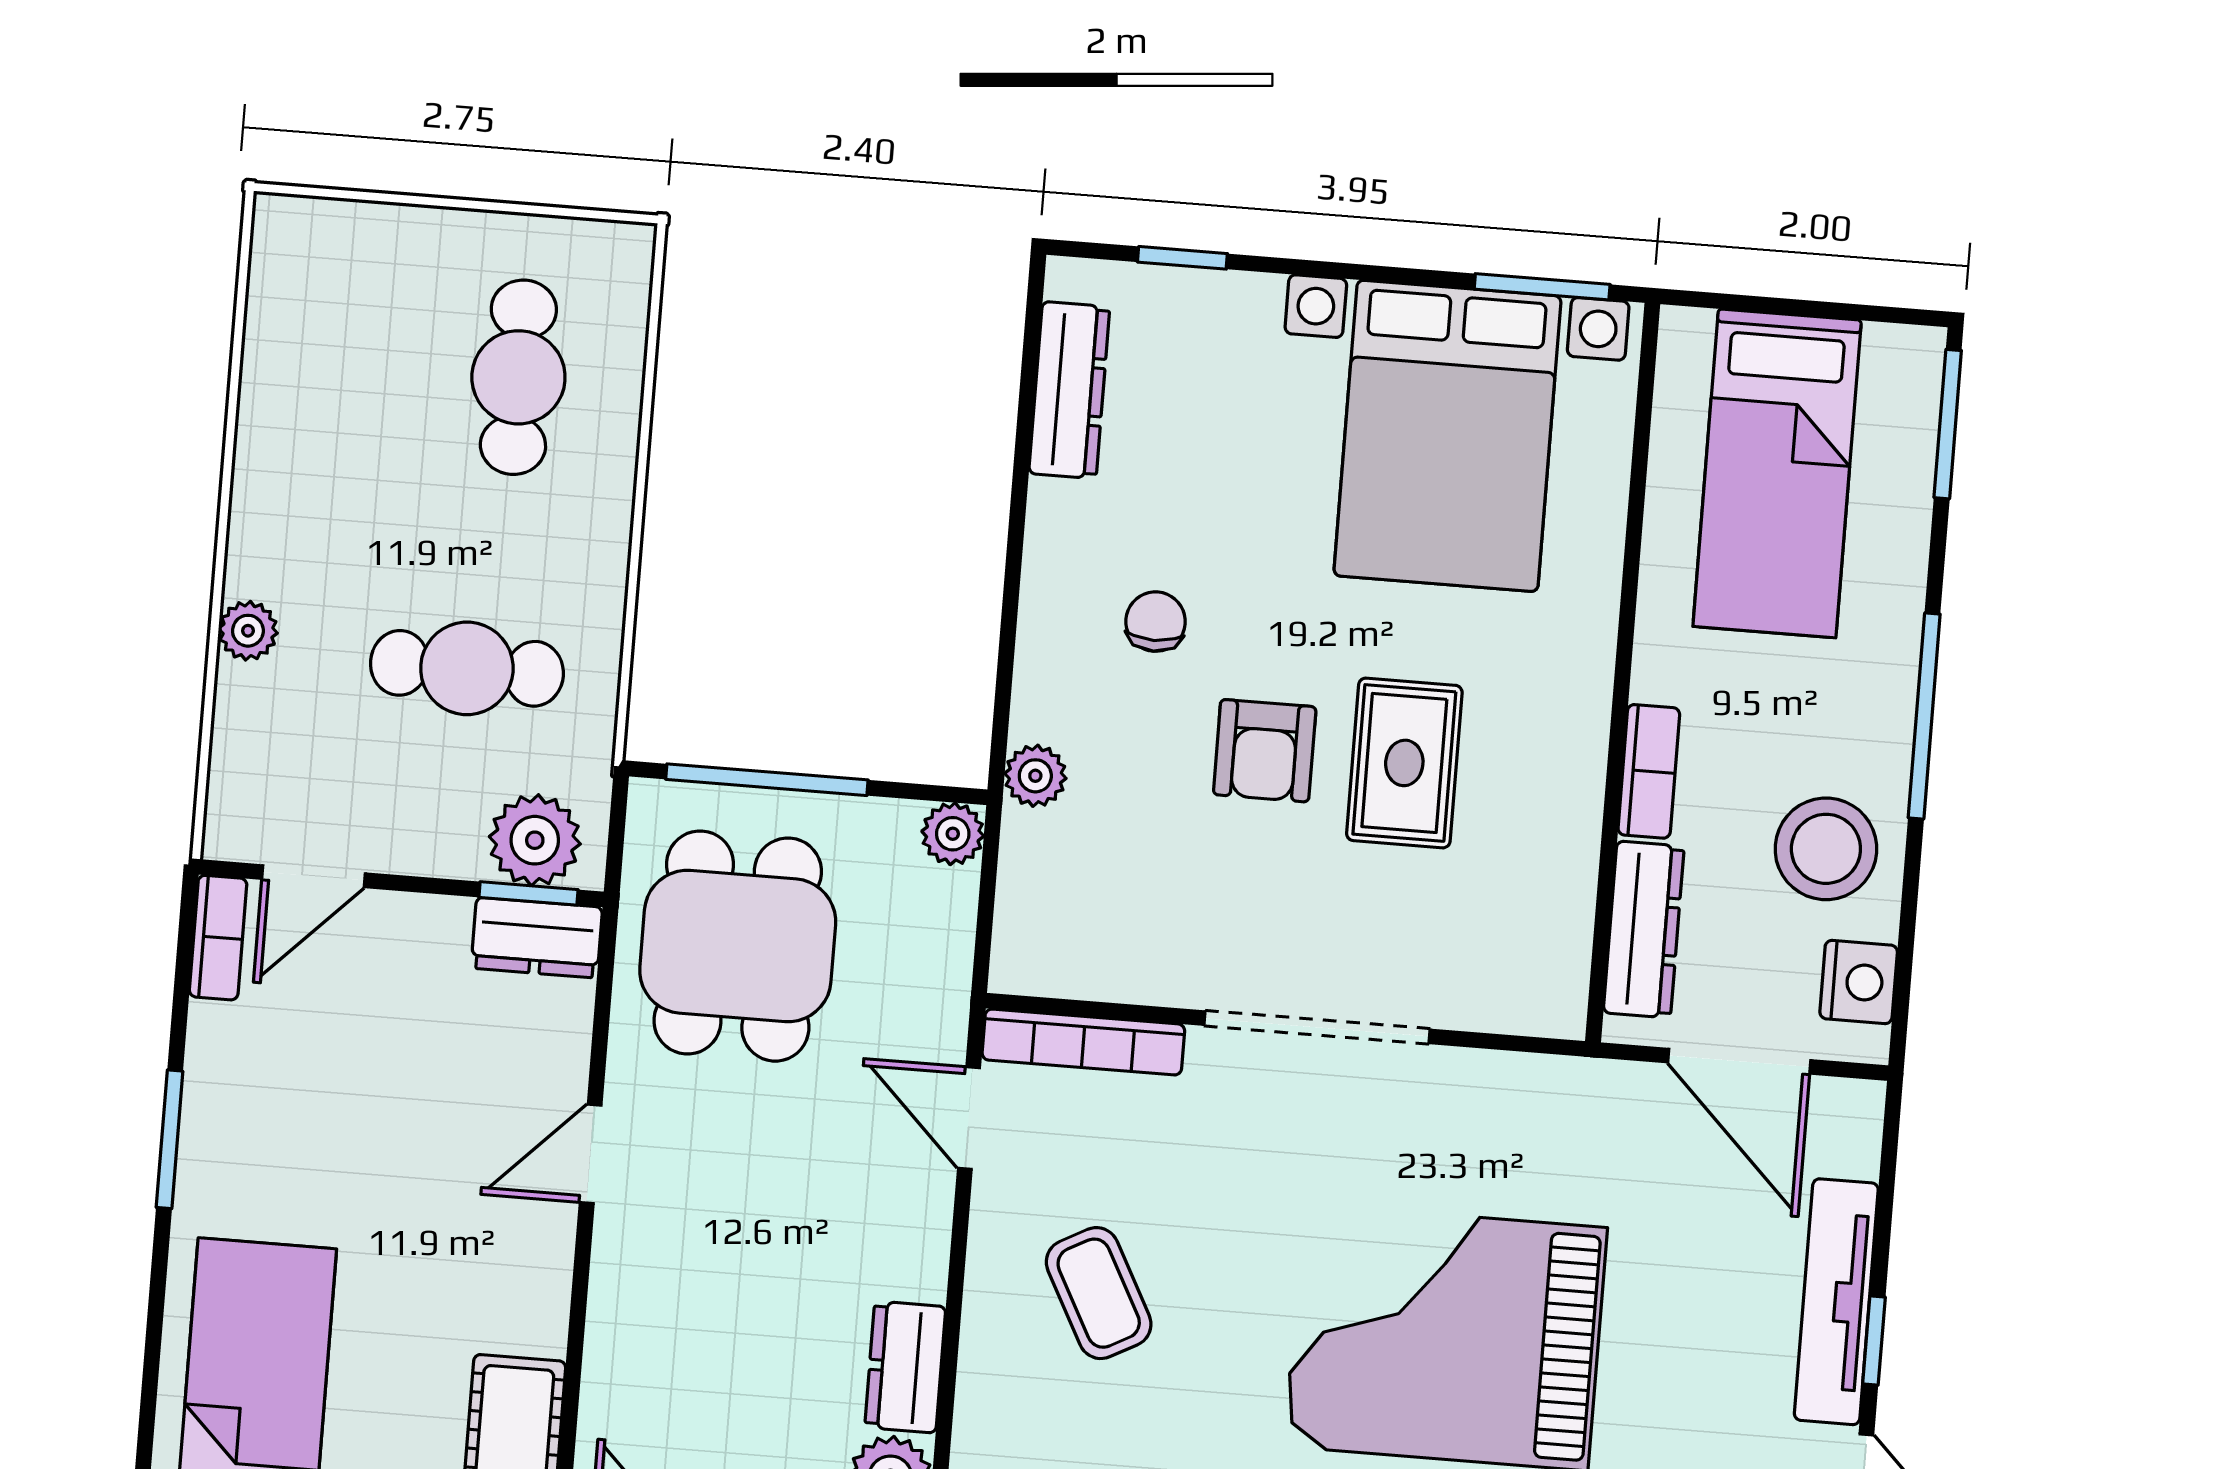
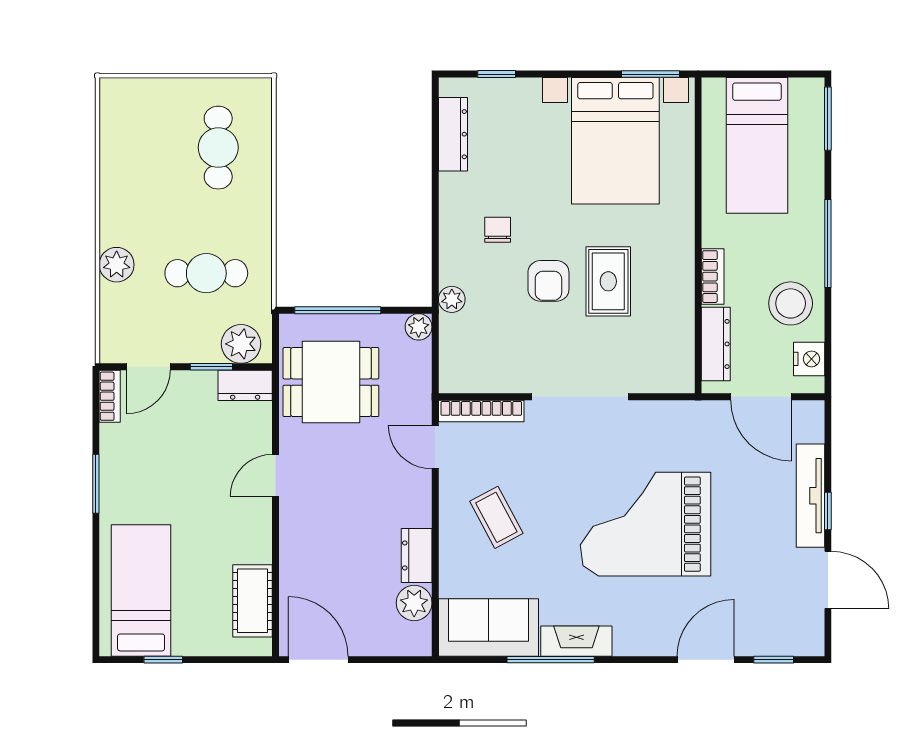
plant: (248, 631) -> (117, 265), width x1.38, depth x1.38
window: (528, 893) -> (211, 367), moved
dining table: (738, 946) -> (331, 382), turned 90

